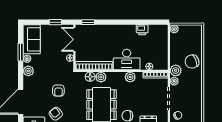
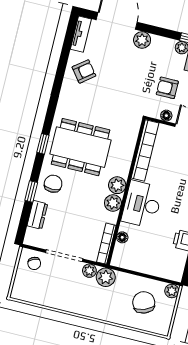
chair: (192, 62) -> (144, 302), moved
plant: (28, 71) -> (142, 40), moved
floor lamp: (90, 77) -> (129, 140), removed
plant: (101, 77) -> (117, 185), moved
armchair: (58, 91) -> (167, 88), moved

